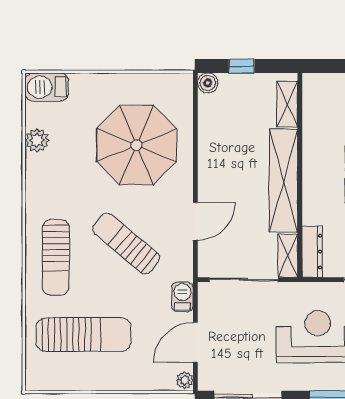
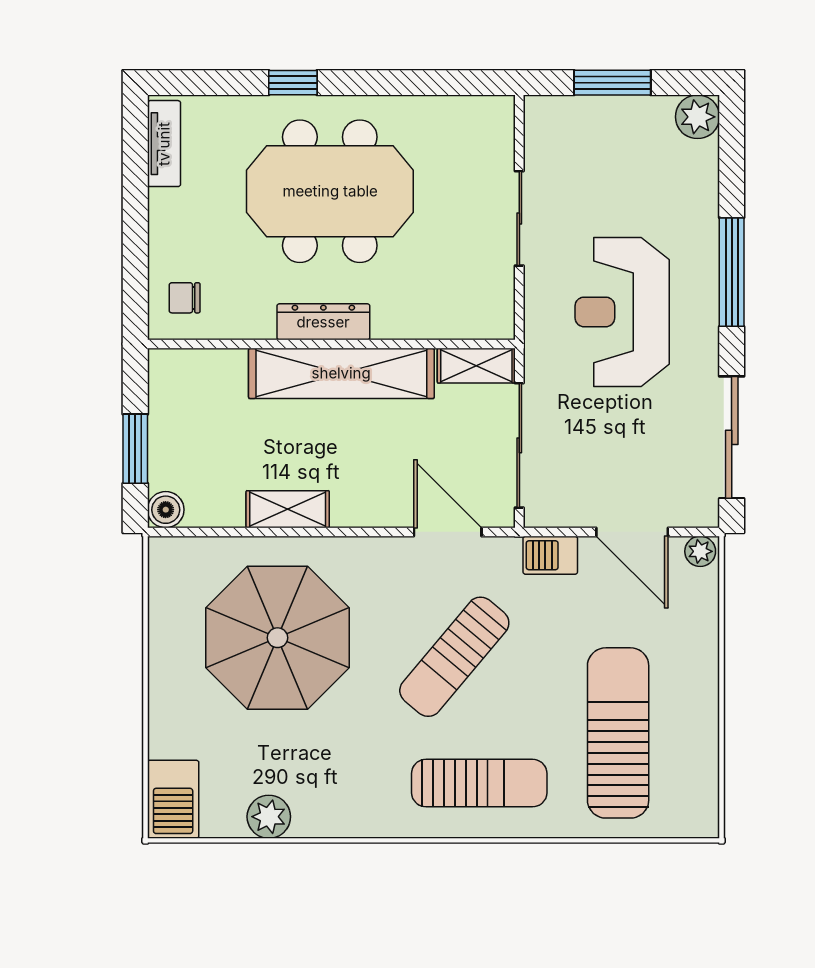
window: (242, 66) -> (135, 449), width x1.50
chair: (326, 93) -> (185, 298), added
shelving: (287, 104) -> (288, 509), moved
door: (195, 221) -> (448, 532), moved
dresser: (312, 252) -> (323, 322), moved

